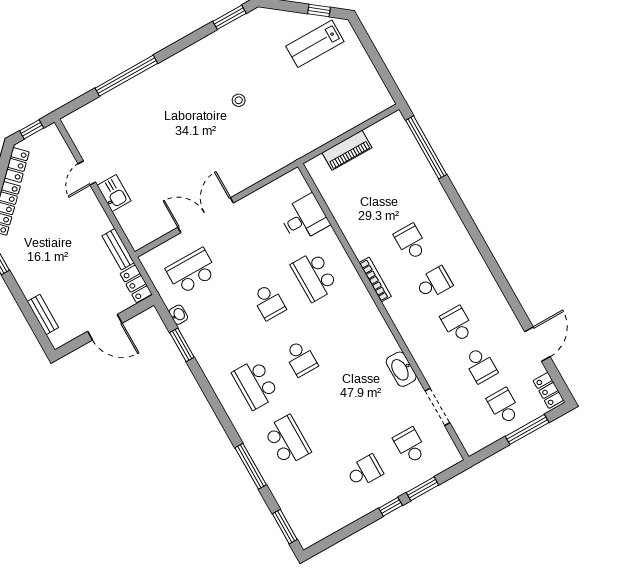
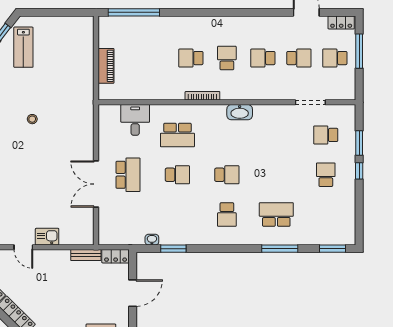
school desk: (191, 271) -> (128, 175), moved, turned 180
washbasin: (401, 369) -> (240, 112), moved
school desk: (255, 384) -> (227, 215), width x0.54

